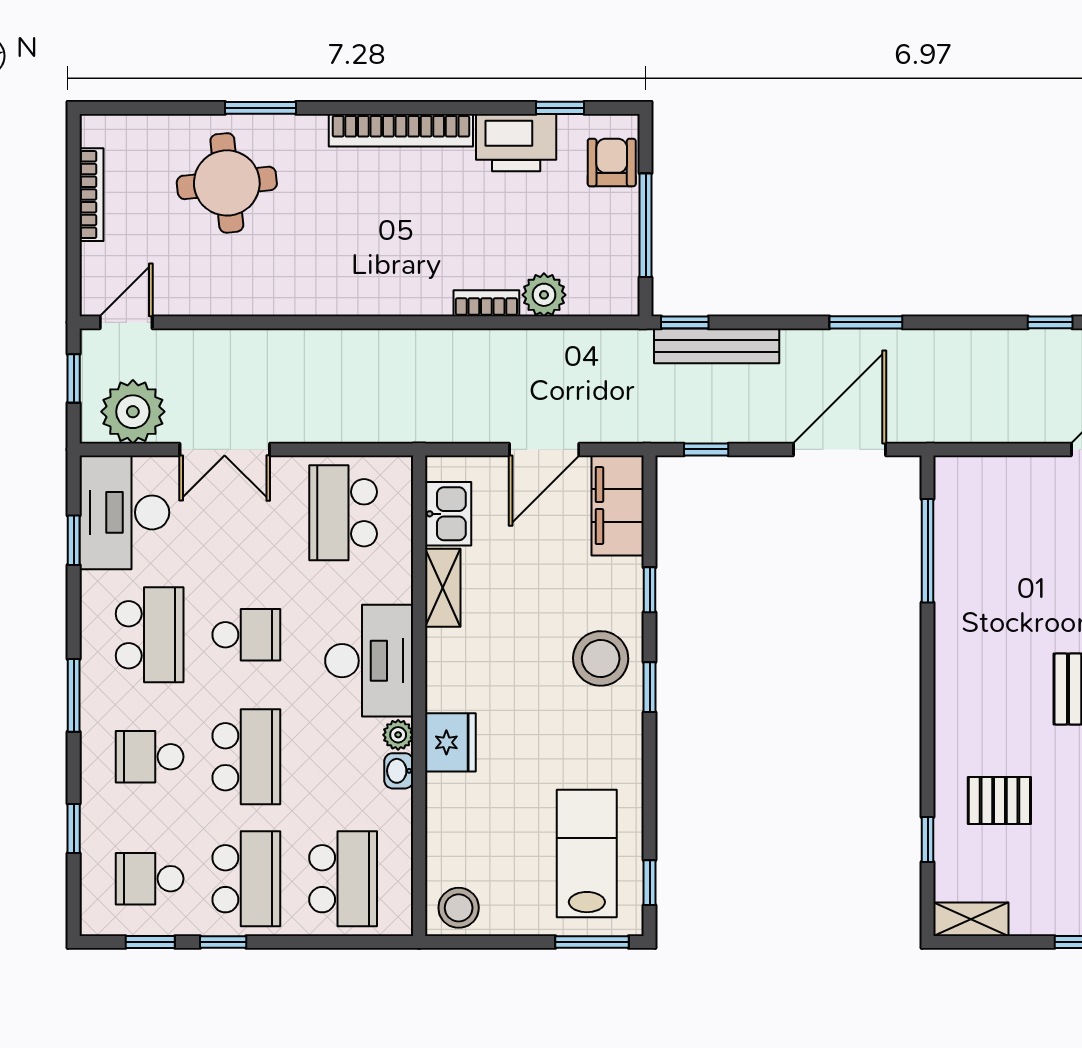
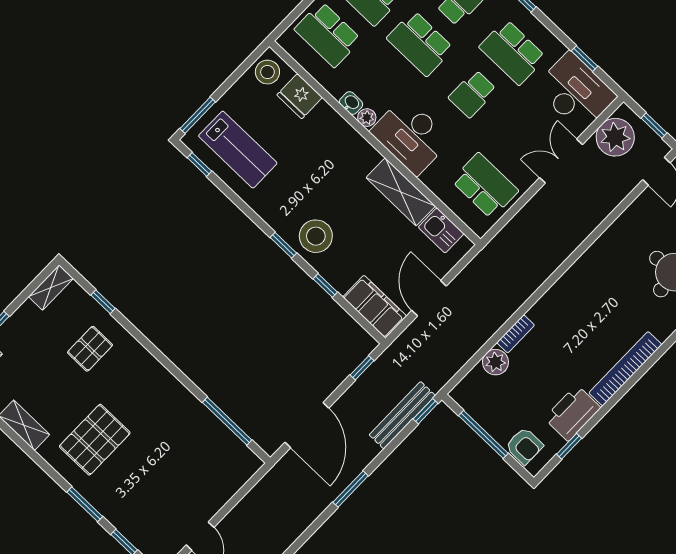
shelving: (443, 588) -> (401, 192), width x1.50, depth x1.33
fridge: (450, 742) -> (300, 96), moved

